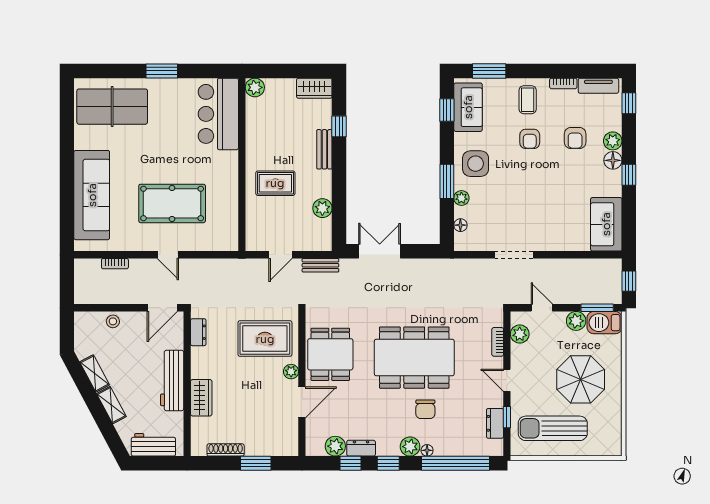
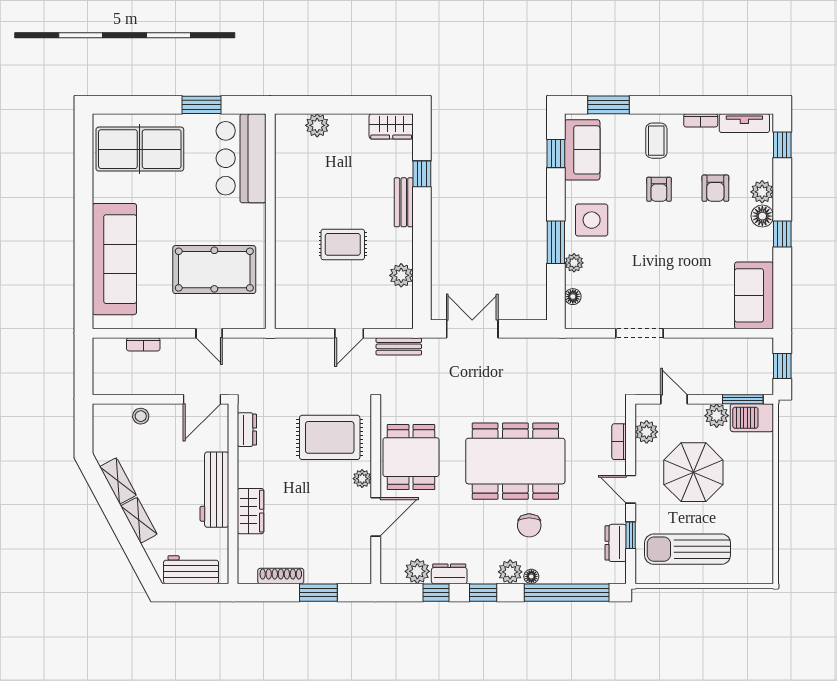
bar counter: (218, 114) -> (241, 158), moved
wall: (242, 165) -> (270, 221), moved
parasol: (581, 379) -> (693, 472), moved

